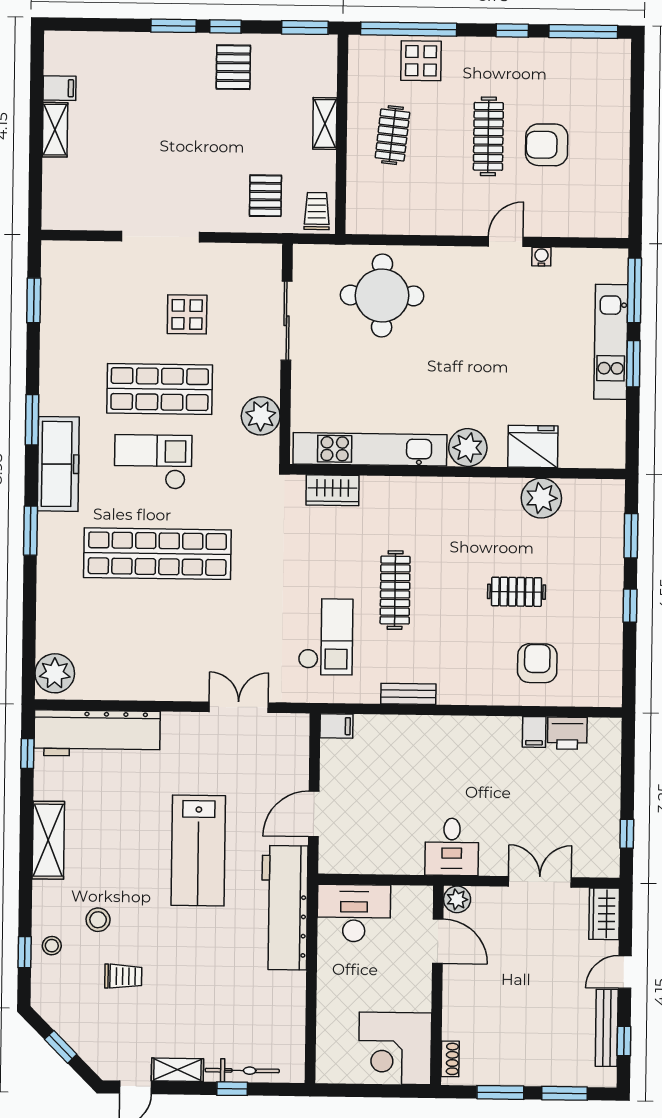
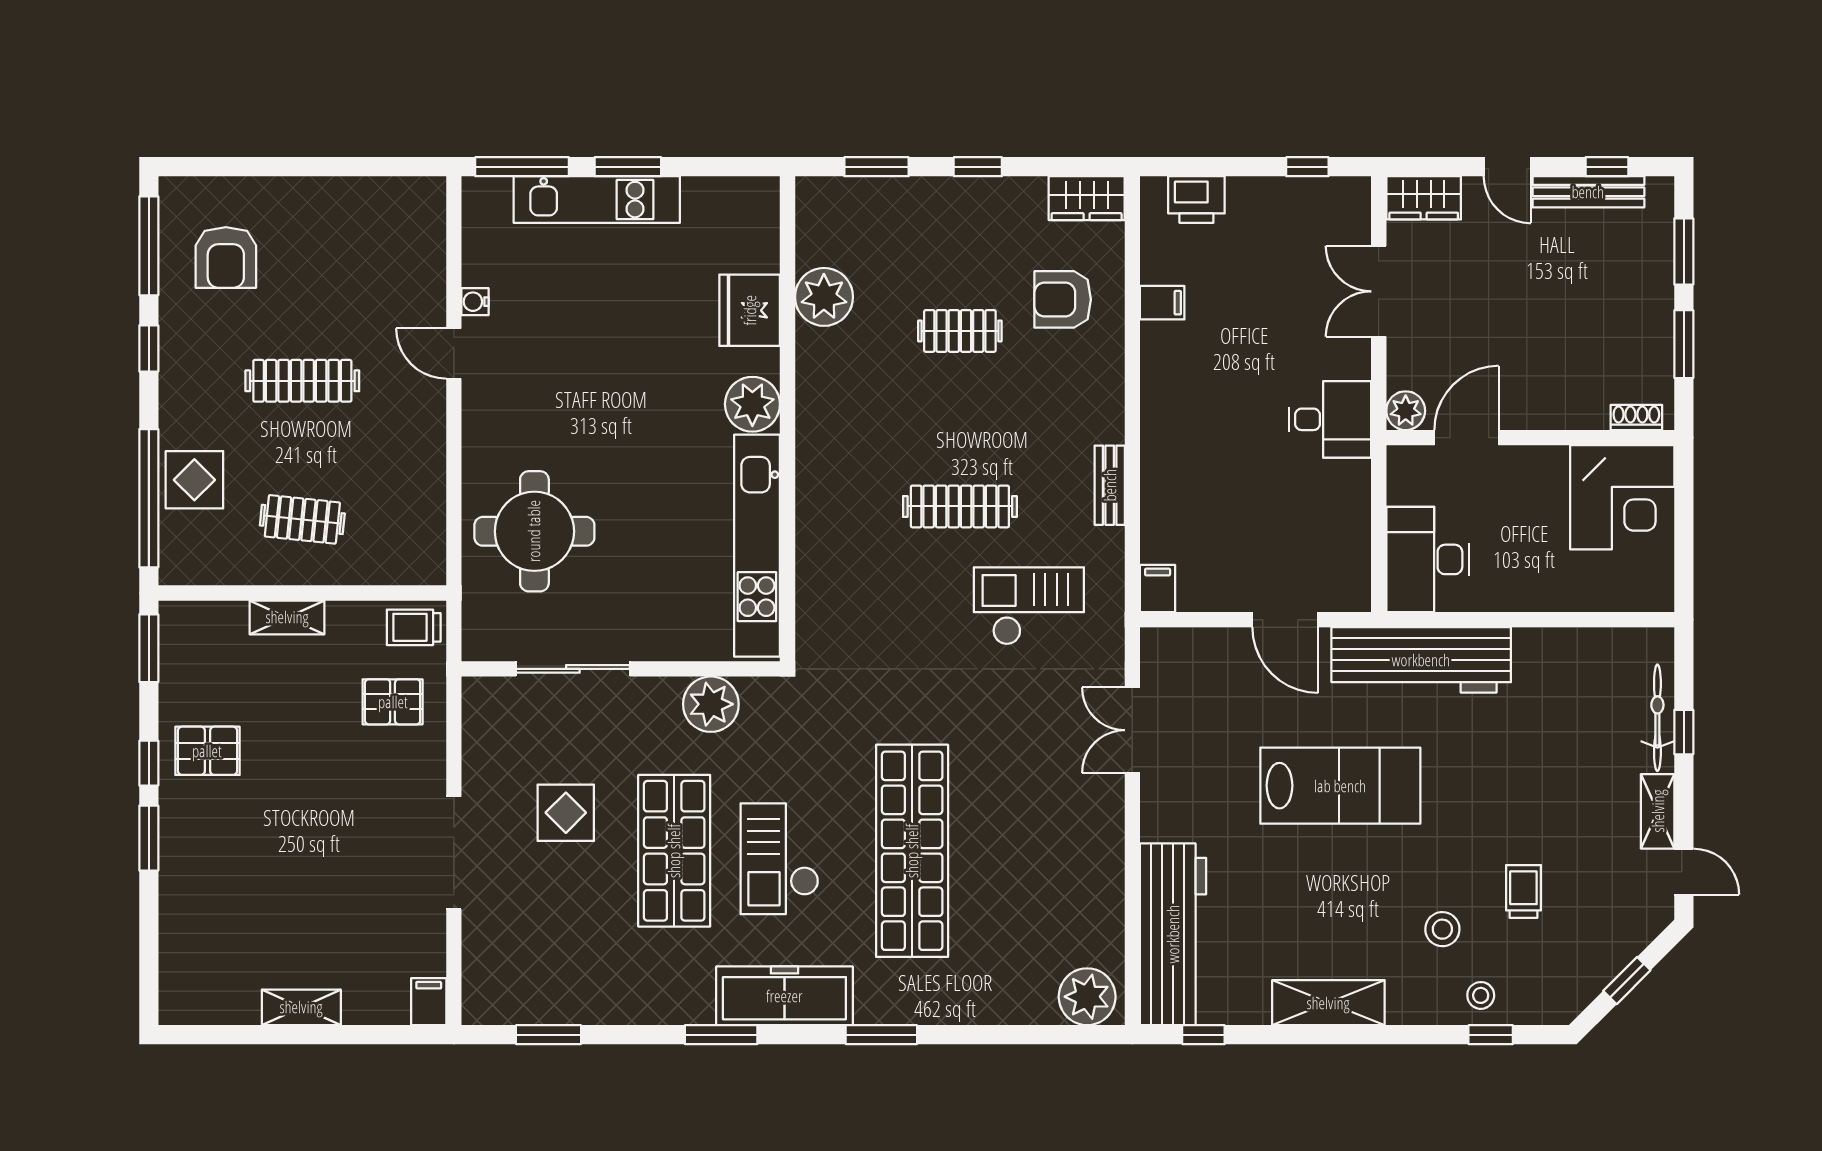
filing cabinet: (59, 88) -> (429, 1002), moved
armchair: (547, 145) -> (226, 257), moved
wardrobe: (333, 490) -> (1087, 198), moved, turned 90
clothes rail: (517, 592) -> (960, 331), turned 90
printer: (567, 733) -> (1196, 199), moved, turned 90

